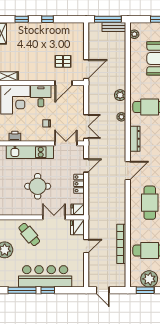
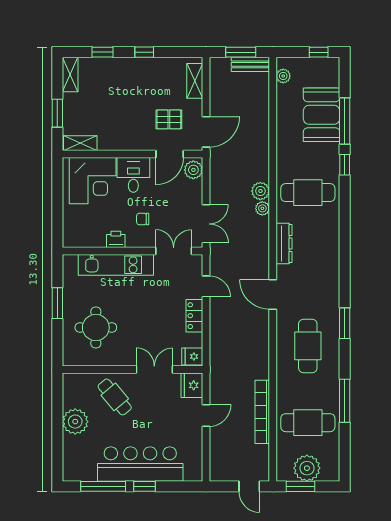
window: (108, 19) -> (241, 52), width x0.69
shelving: (79, 37) -> (195, 81), added
plant: (78, 93) -> (193, 170), added
plant: (120, 95) -> (260, 191), moved
printer: (15, 136) -> (116, 239), moved
door: (86, 166) -> (206, 286), hinge flipped
door: (128, 171) -> (273, 294), swing flipped
round table: (38, 186) -> (96, 328), moved
door: (103, 290) -> (249, 486), moved

